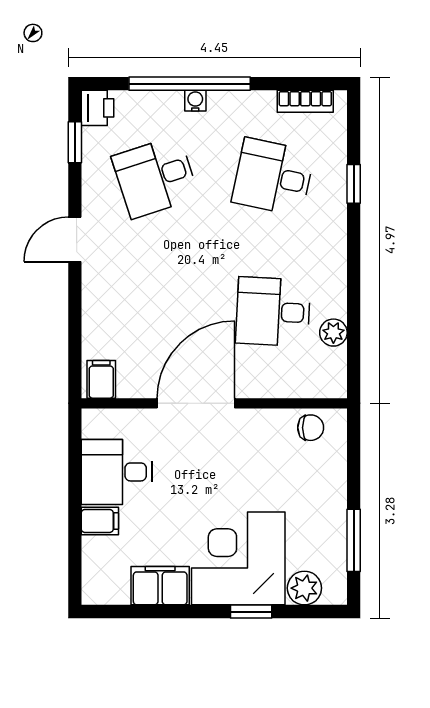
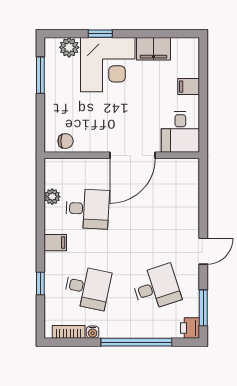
water cooler: (195, 101) -> (93, 332), moved
window: (75, 142) -> (203, 308), width x1.50
filing cabinet: (101, 379) -> (55, 243), moved, turned -90
chair: (311, 428) -> (66, 141), turned 180
desk: (117, 472) -> (180, 132), moved, turned 90

